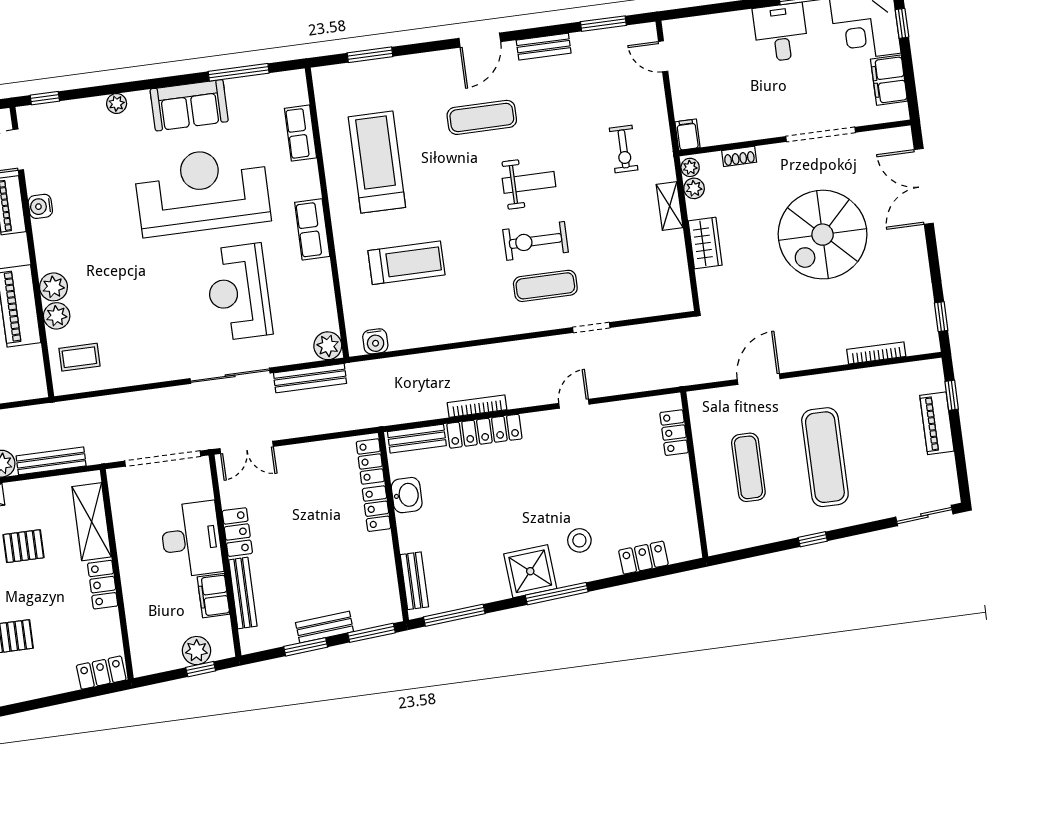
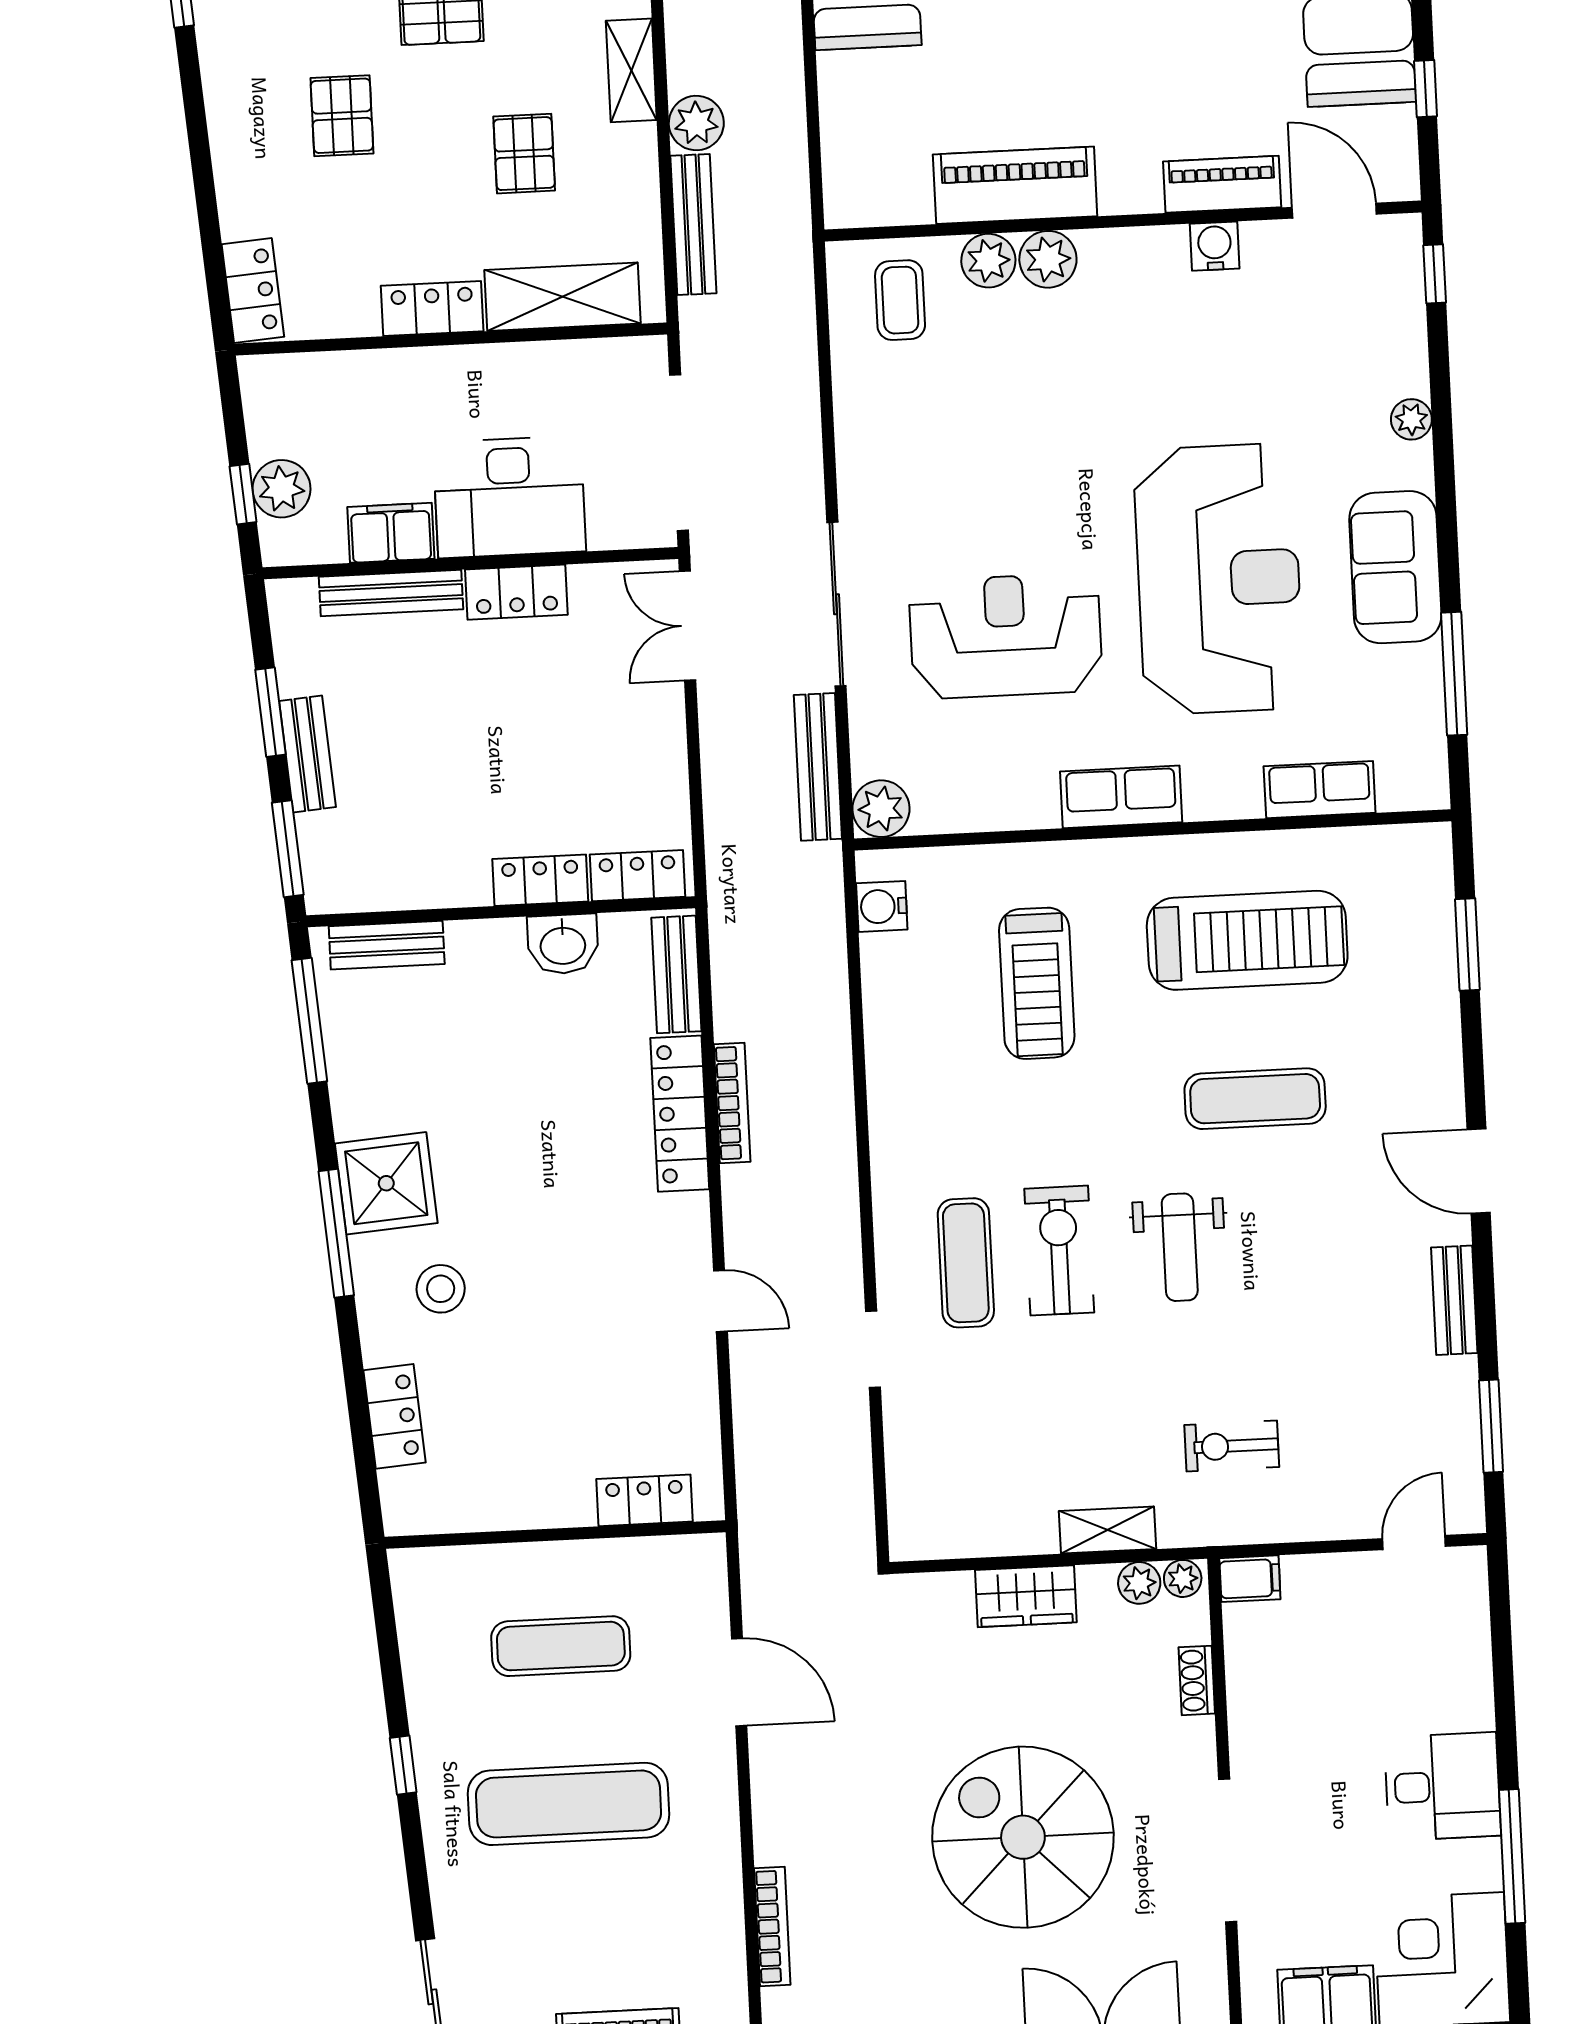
exercise mat: (482, 117) -> (1255, 1099), moved, turned 90

